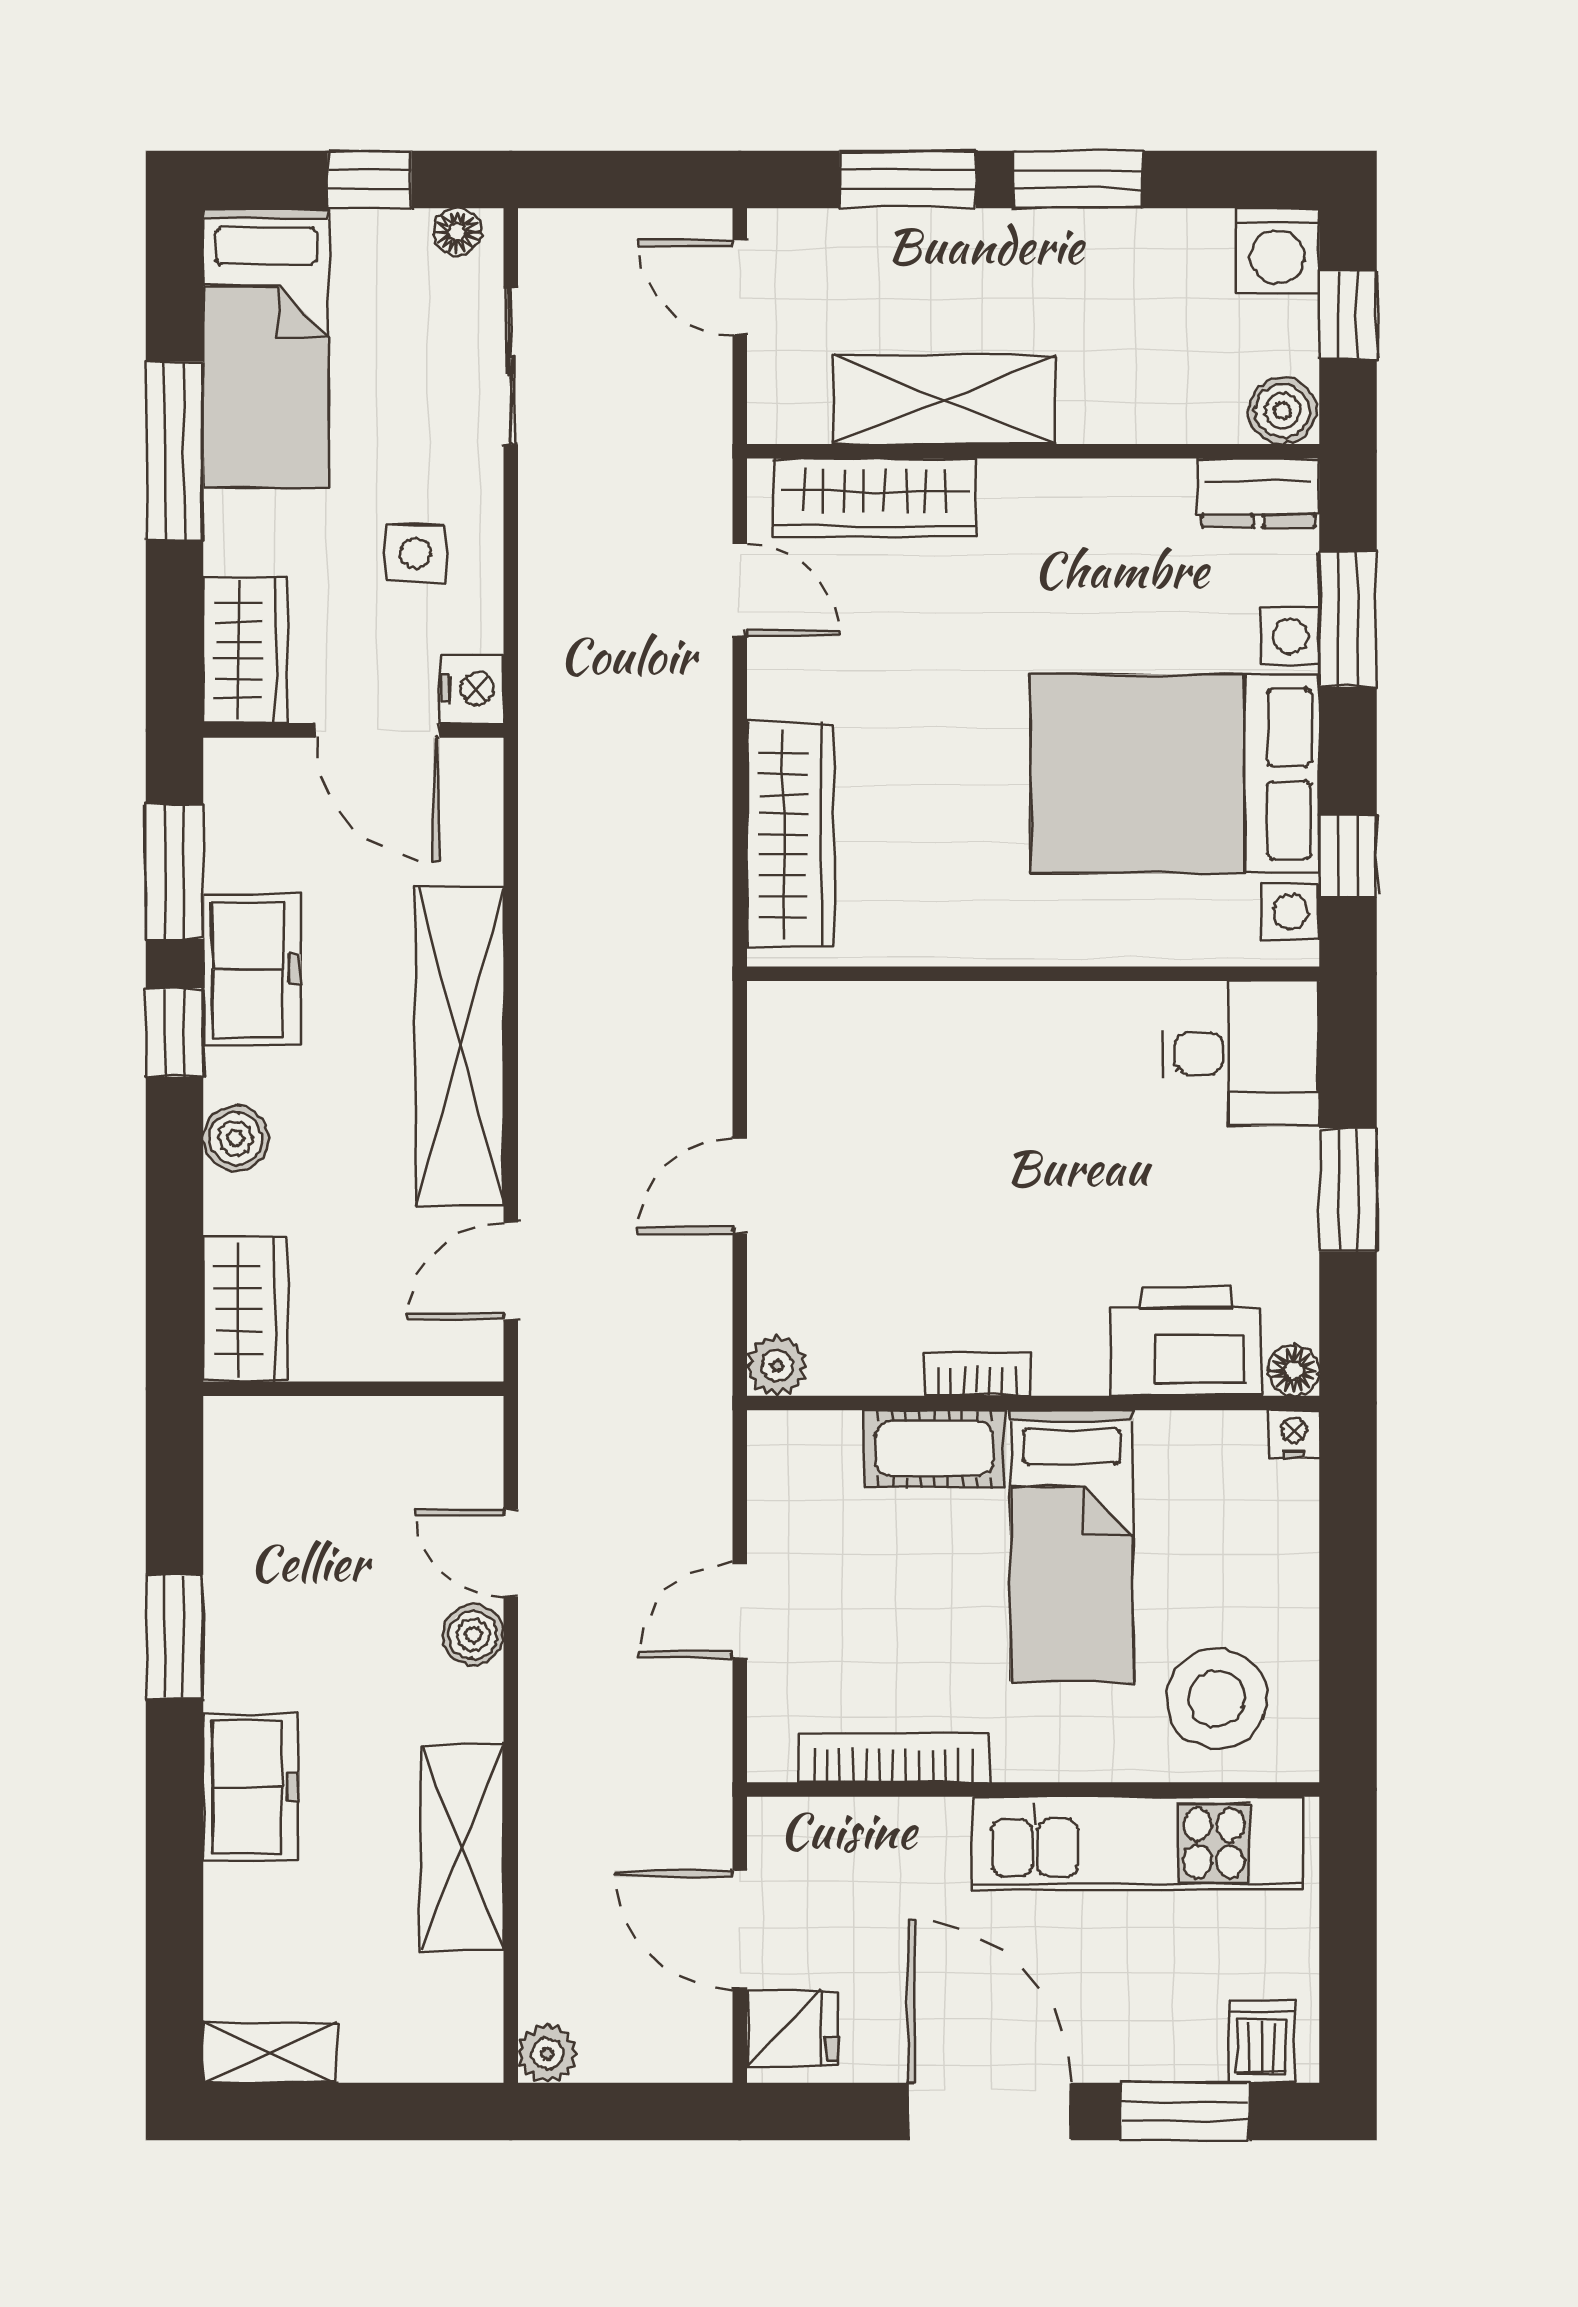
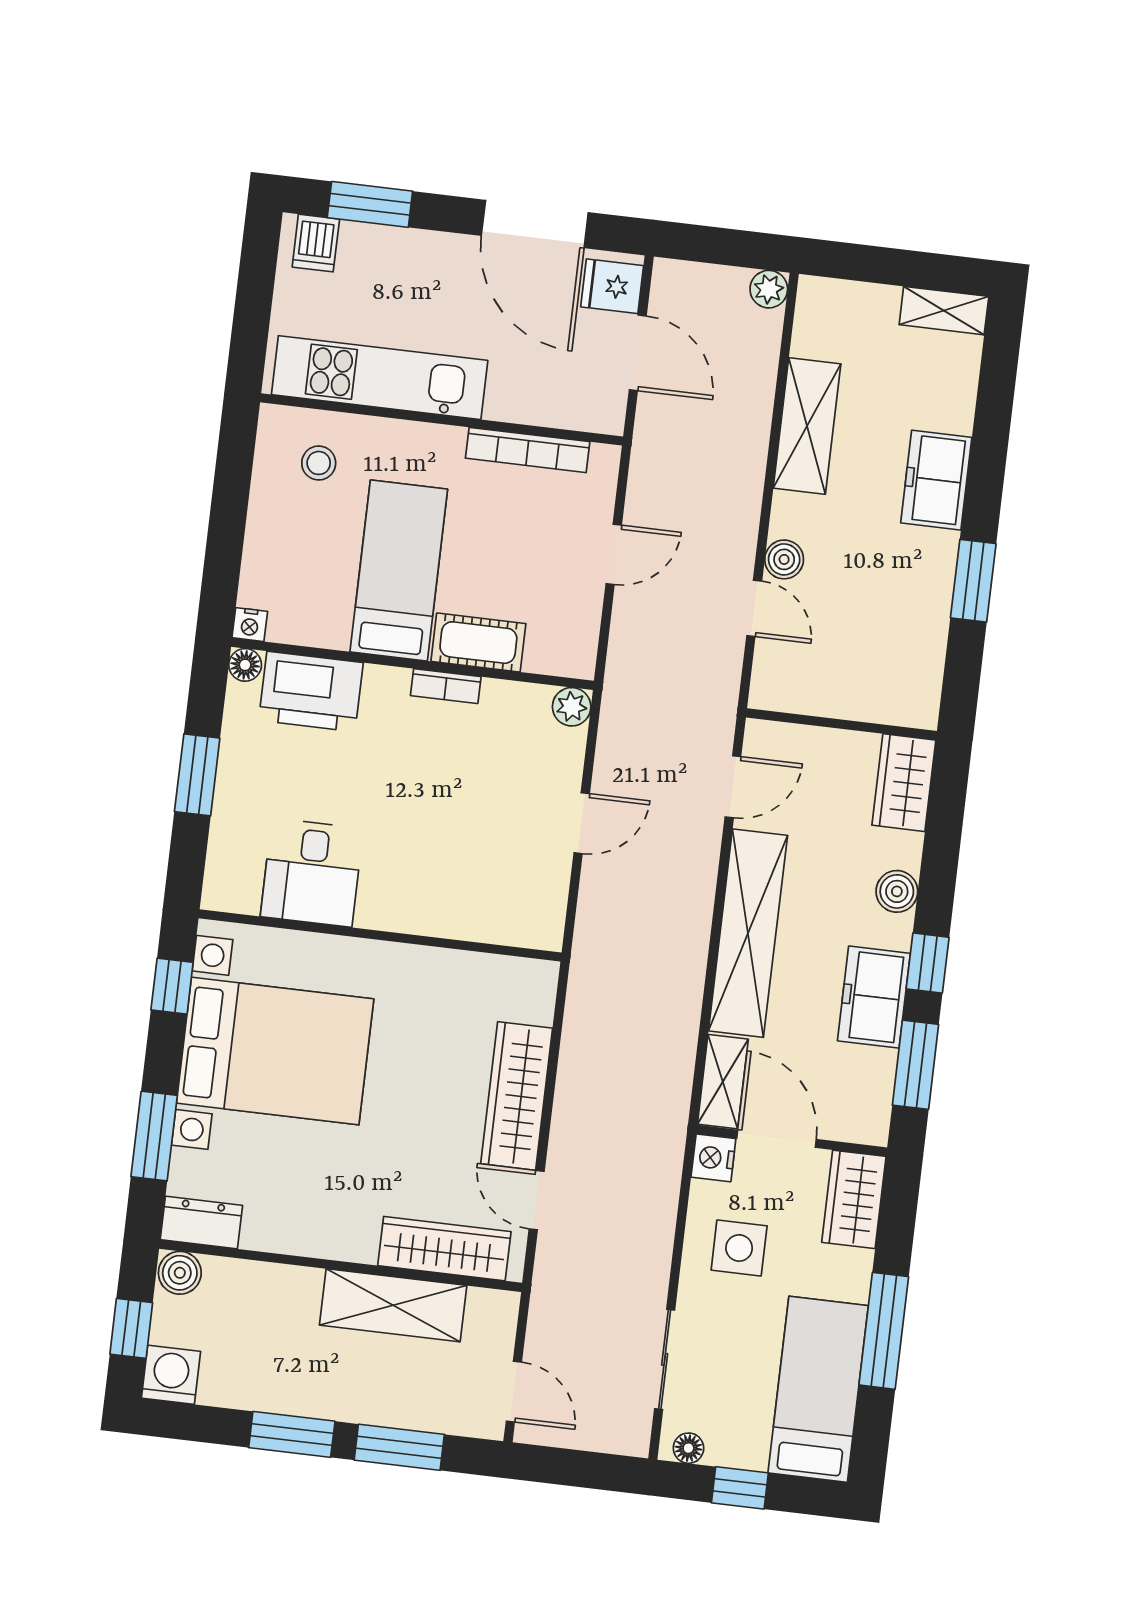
side table: (415, 553) -> (739, 1248), width x1.37, depth x1.37
shelving: (472, 809) -> (723, 1082), added
wardrobe: (790, 835) -> (517, 1096), moved
desk: (1241, 1053) -> (312, 873), moved, turned -90
stool: (1217, 1699) -> (319, 463), width x0.53, depth x0.53
door: (990, 2111) -> (535, 224), moved

